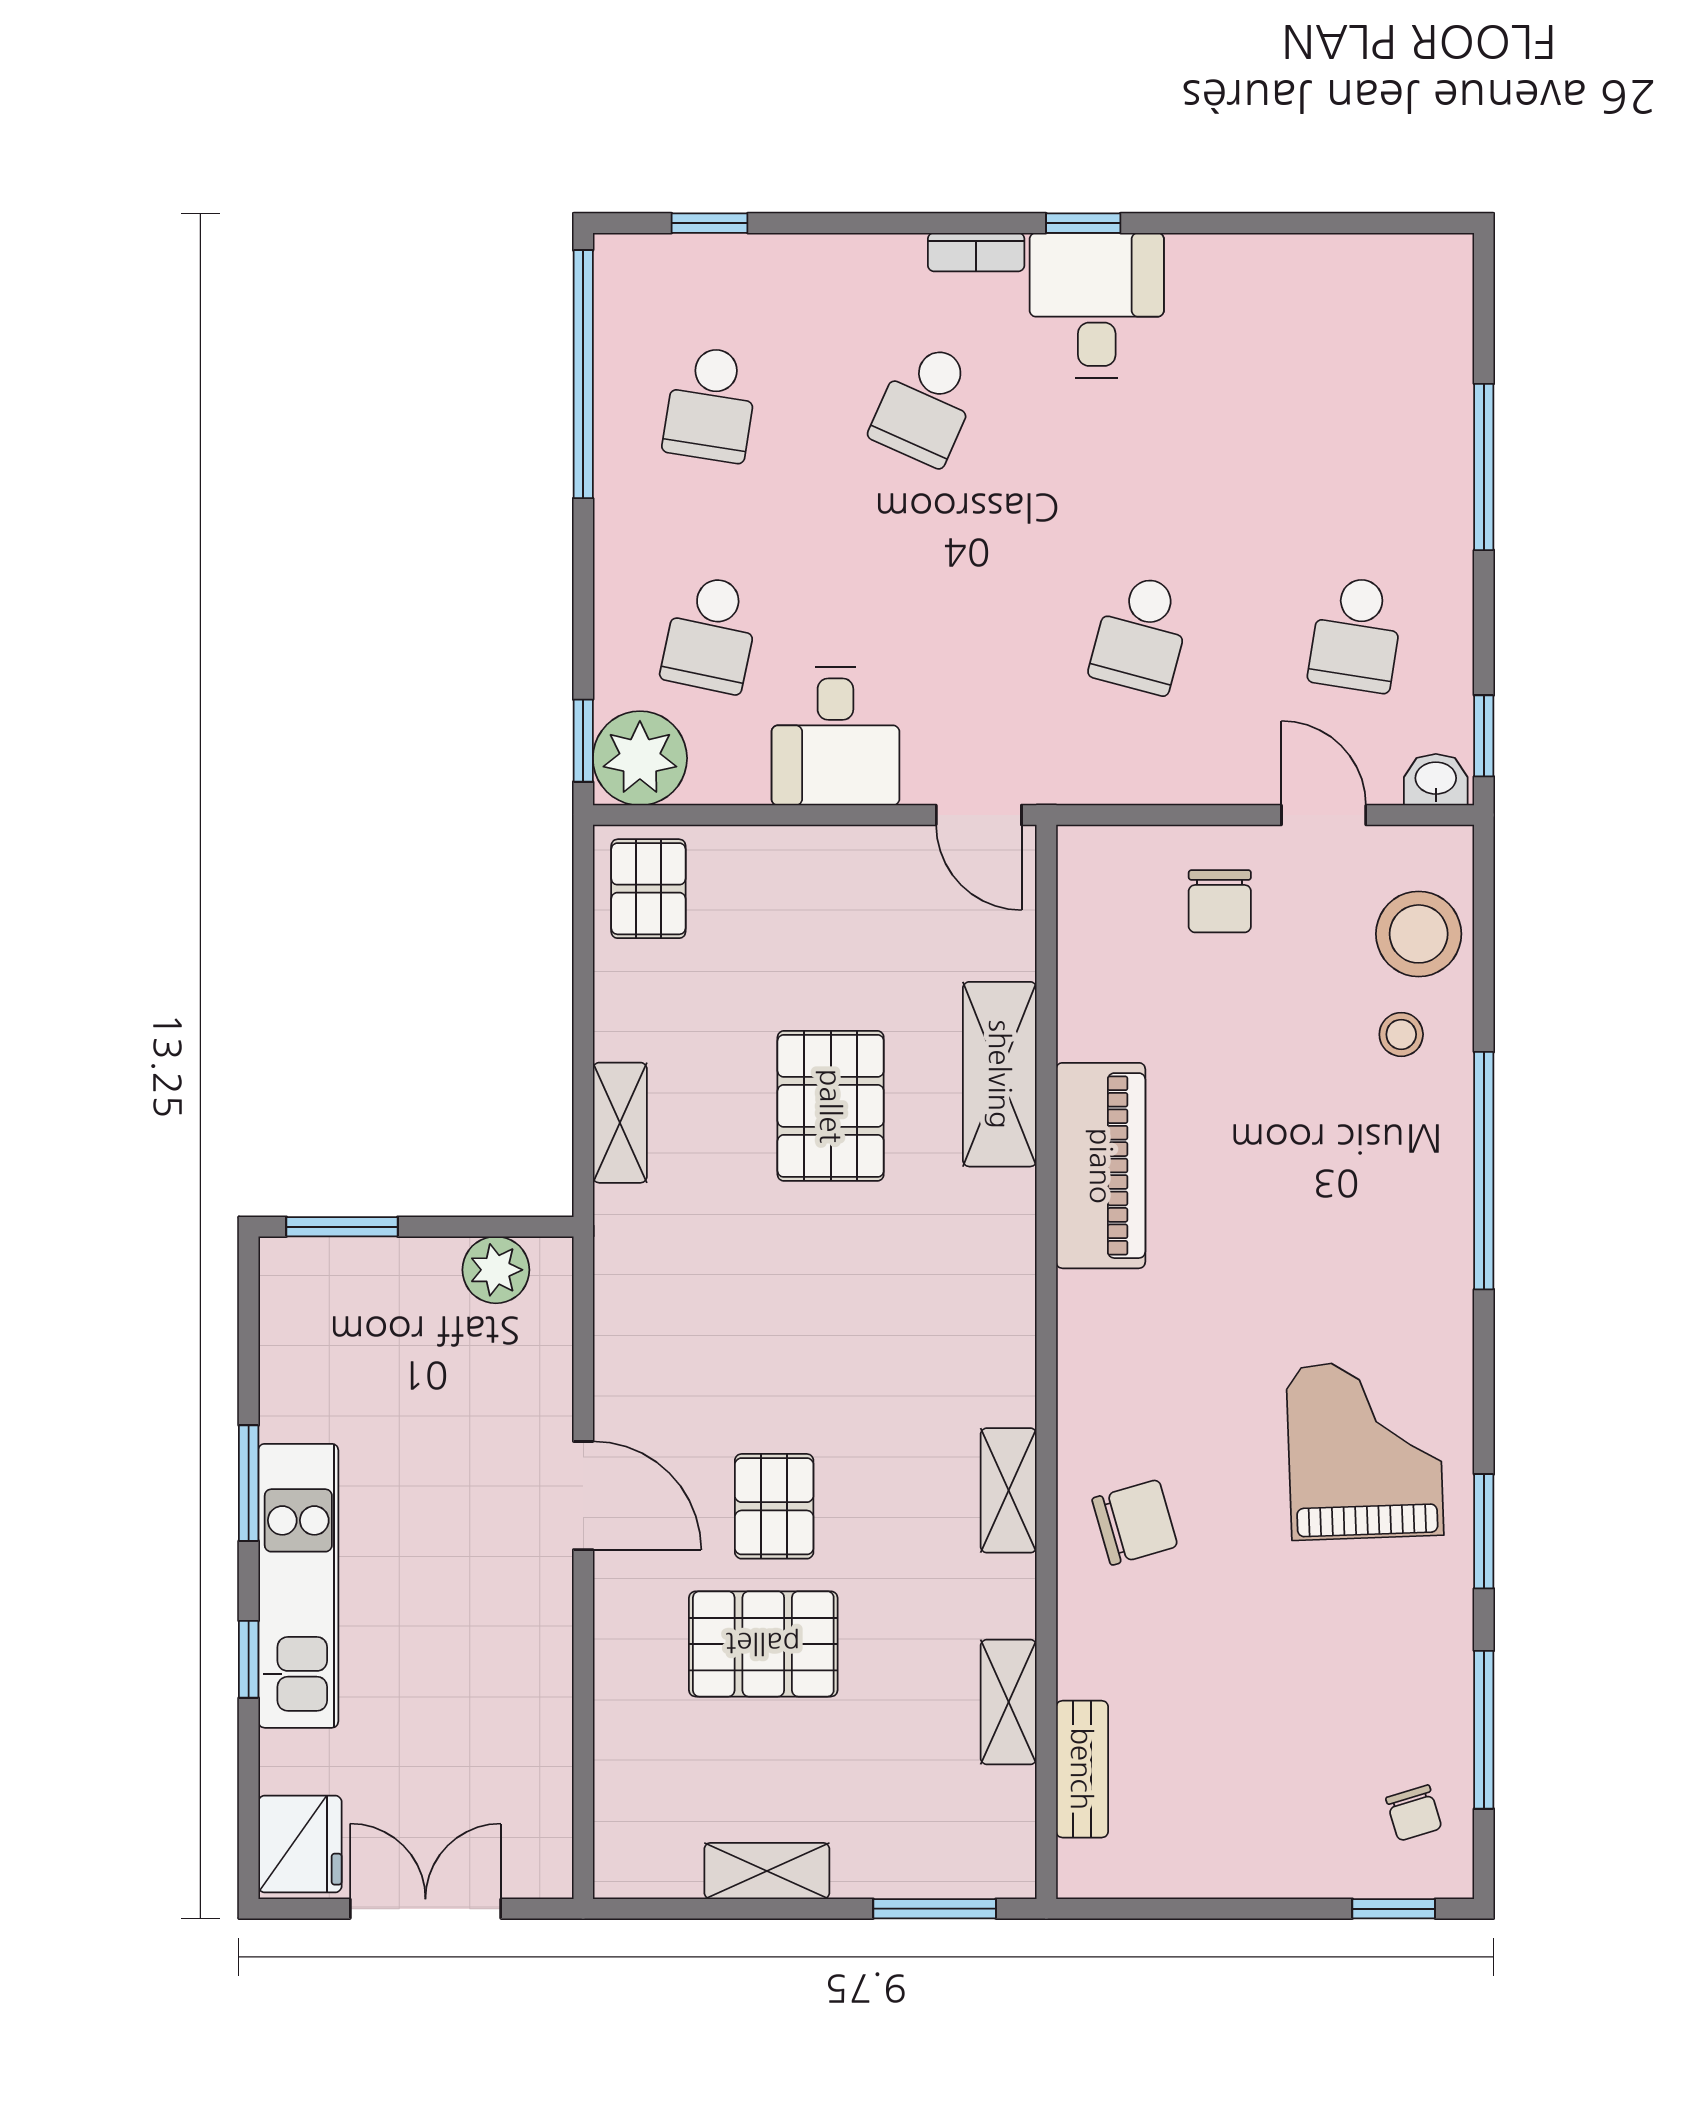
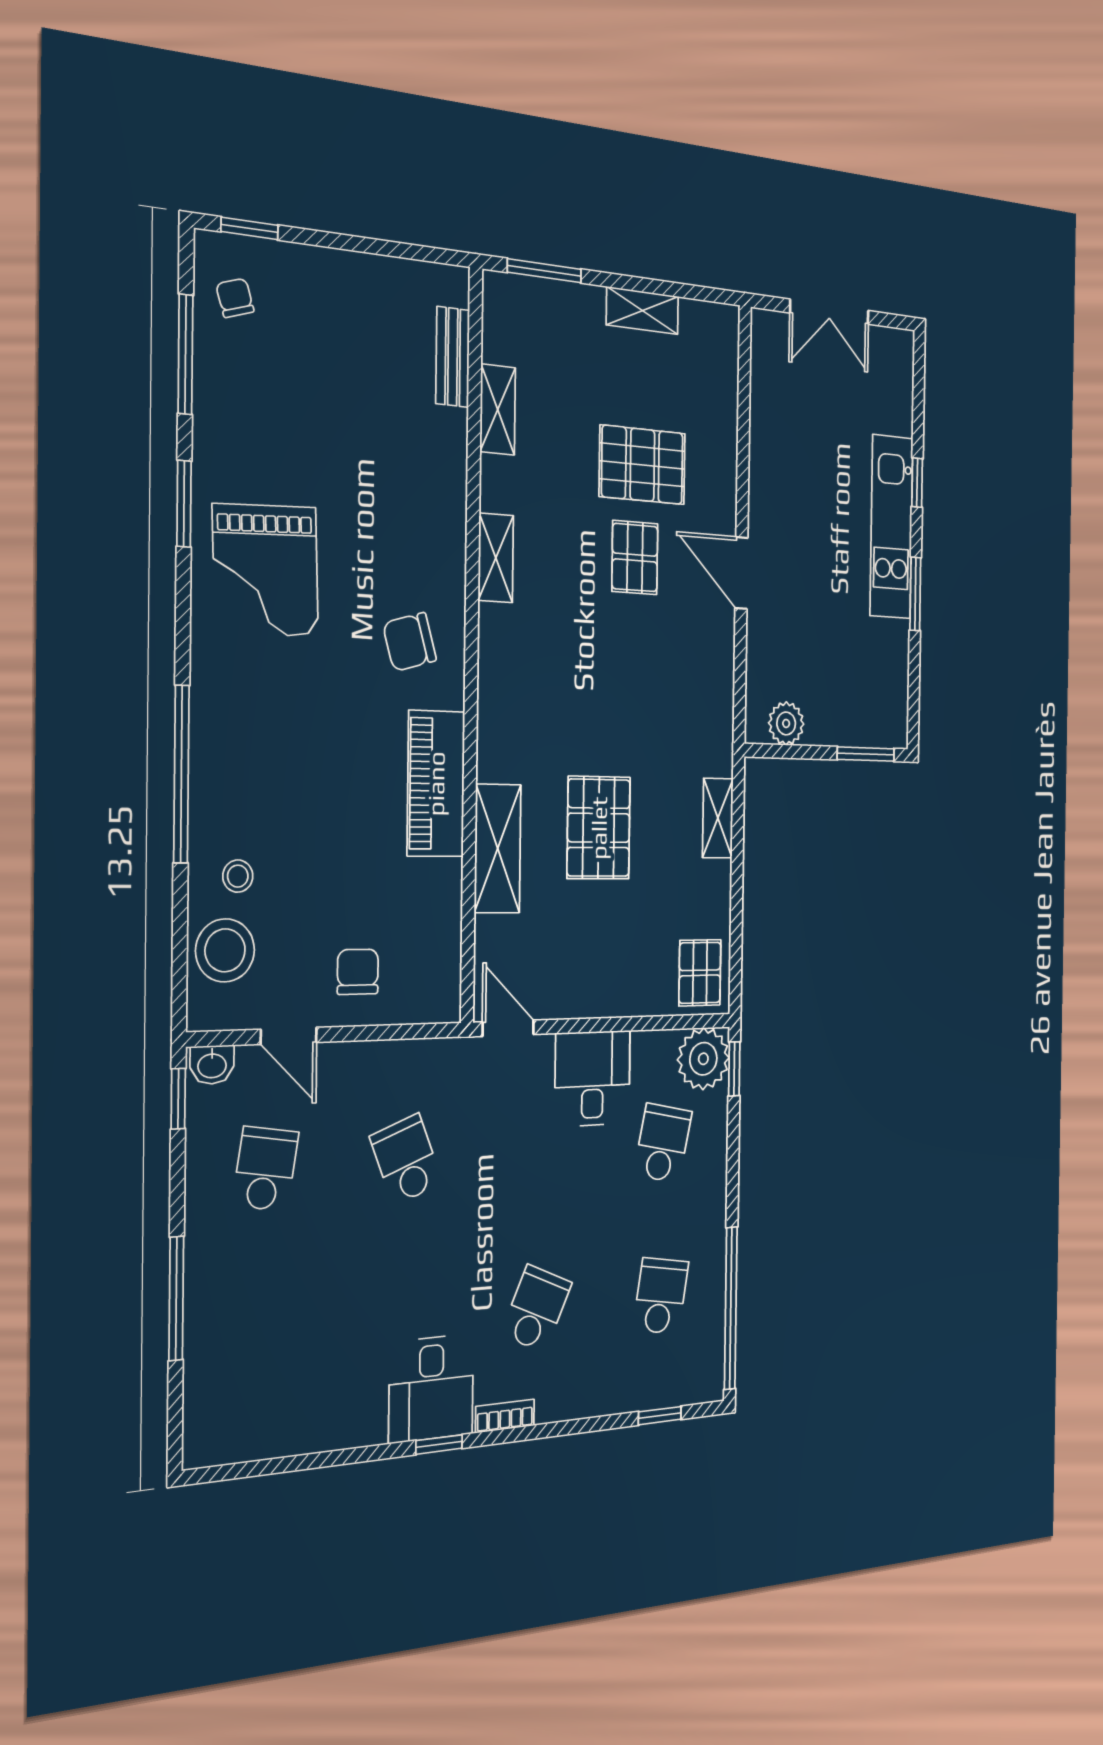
school desk: (1141, 634) -> (406, 1160), turned -36
chair: (1135, 1522) -> (410, 642), moved
fridge: (300, 1844) -> (893, 362), removed

